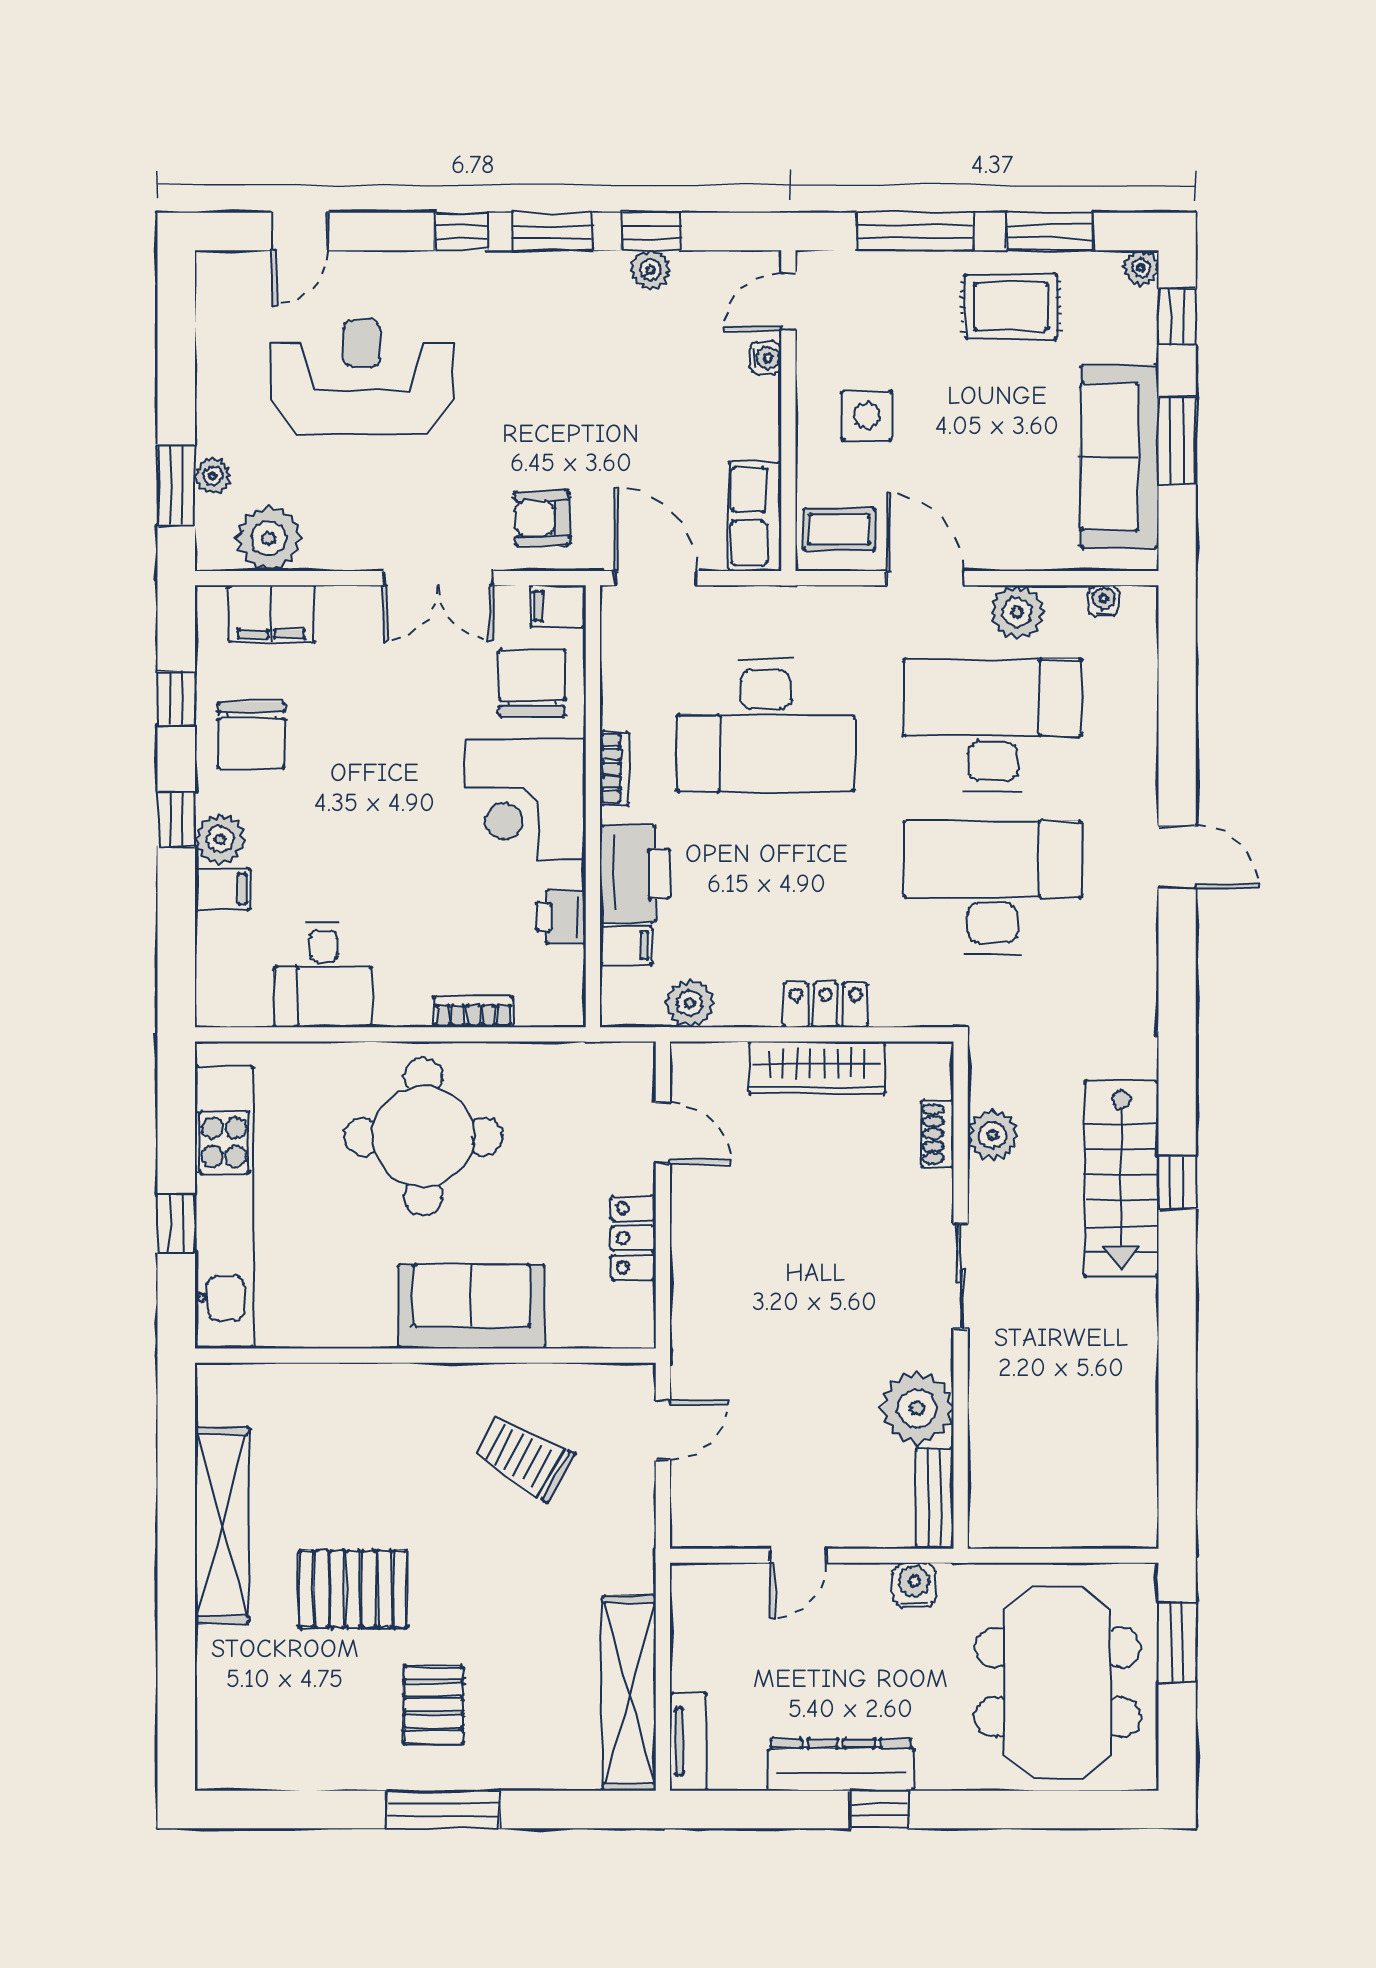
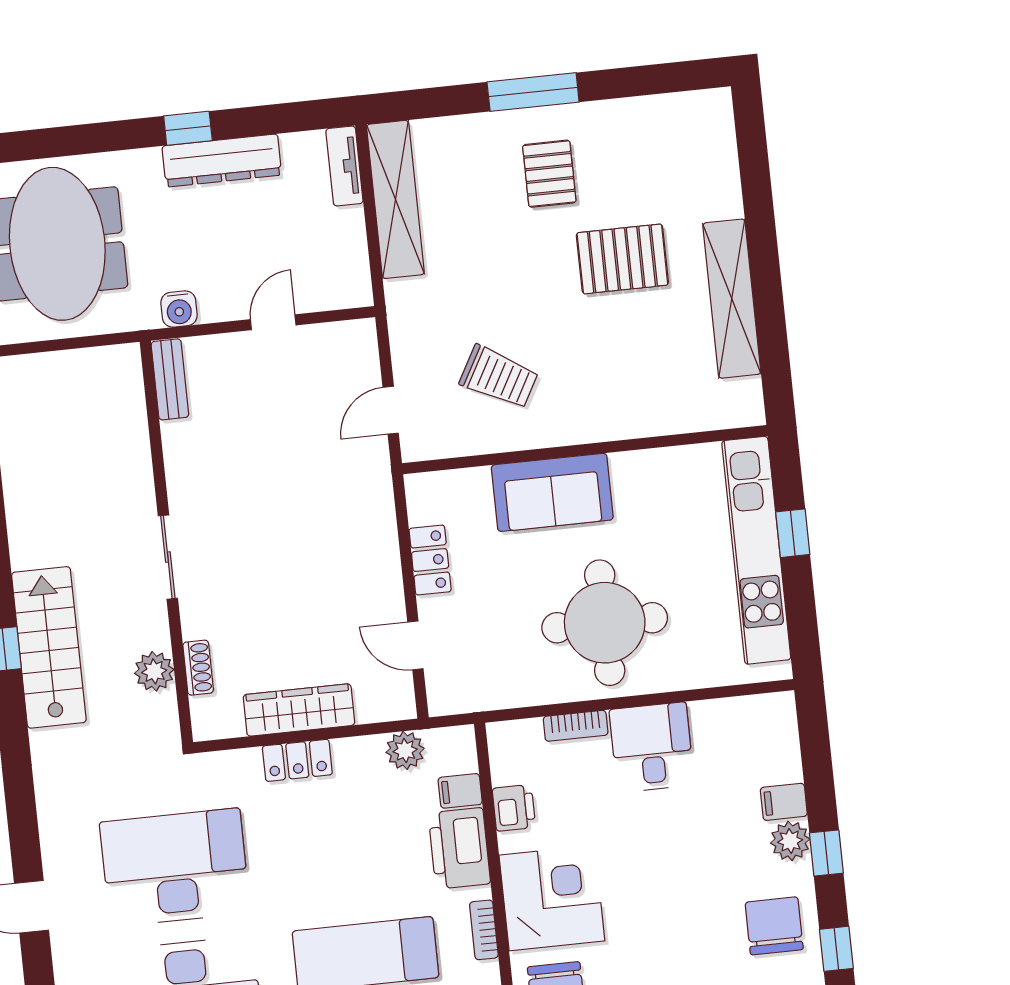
desk: (993, 887) -> (175, 867), turned 180
desk: (323, 975) -> (652, 747), moved
plant: (917, 1408) -> (191, 449), removed

